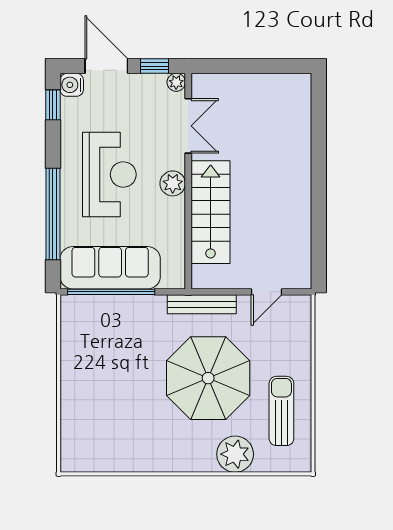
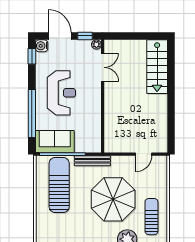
plant: (173, 183) -> (95, 97), removed
stairs: (211, 212) -> (157, 67), moved, turned 180
sofa: (110, 268) -> (55, 142), width x0.73
bench: (202, 304) -> (92, 161), moved
sun lounger: (105, 351) -> (59, 185), added

